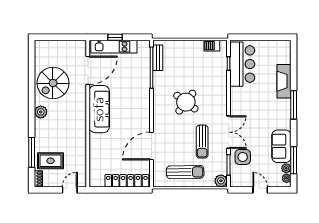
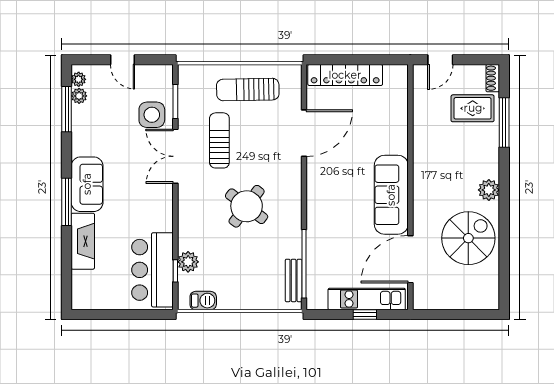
sofa: (281, 146) -> (87, 184), moved
plant: (221, 181) -> (188, 262), moved

